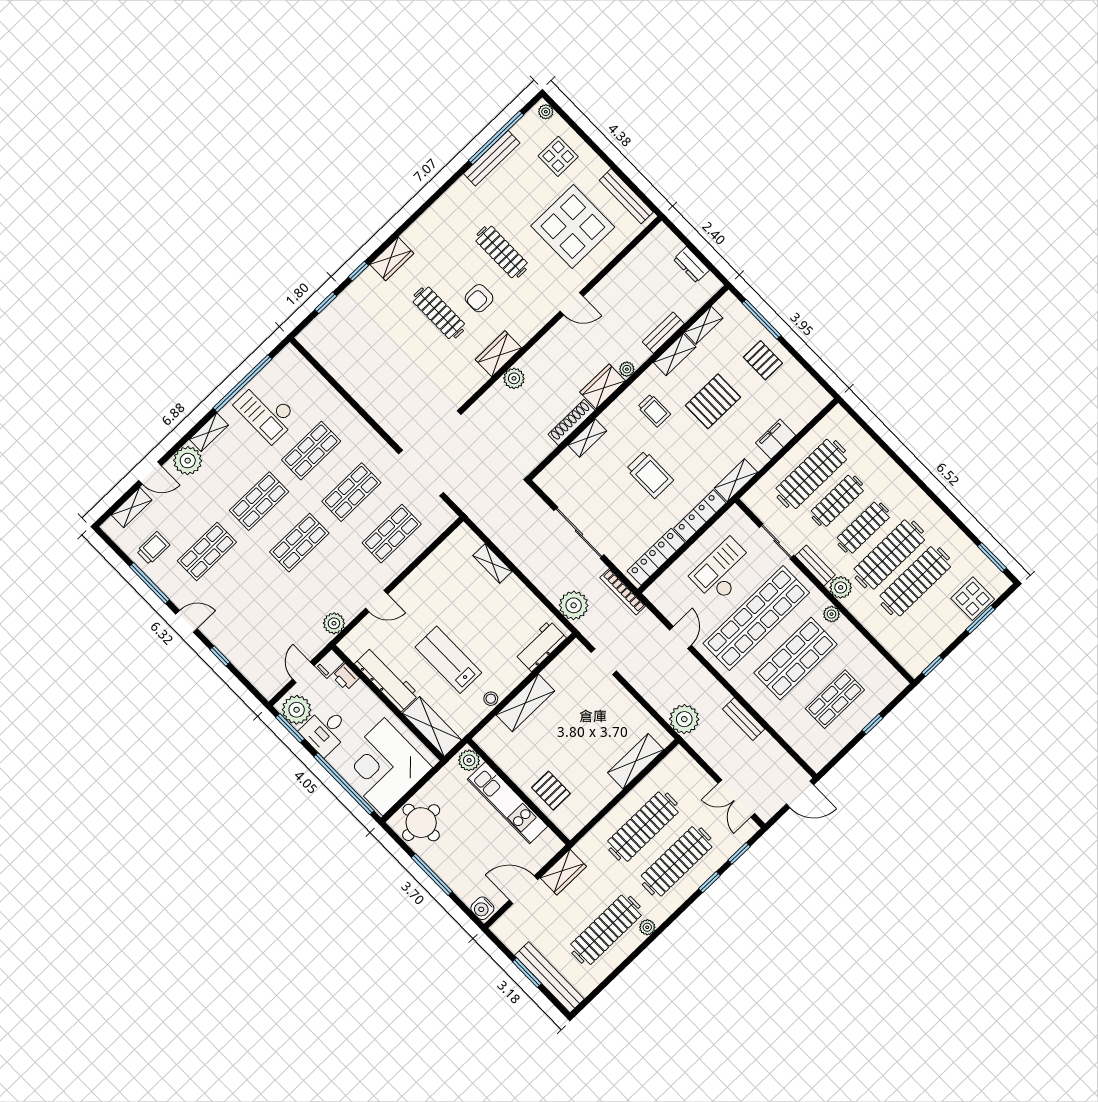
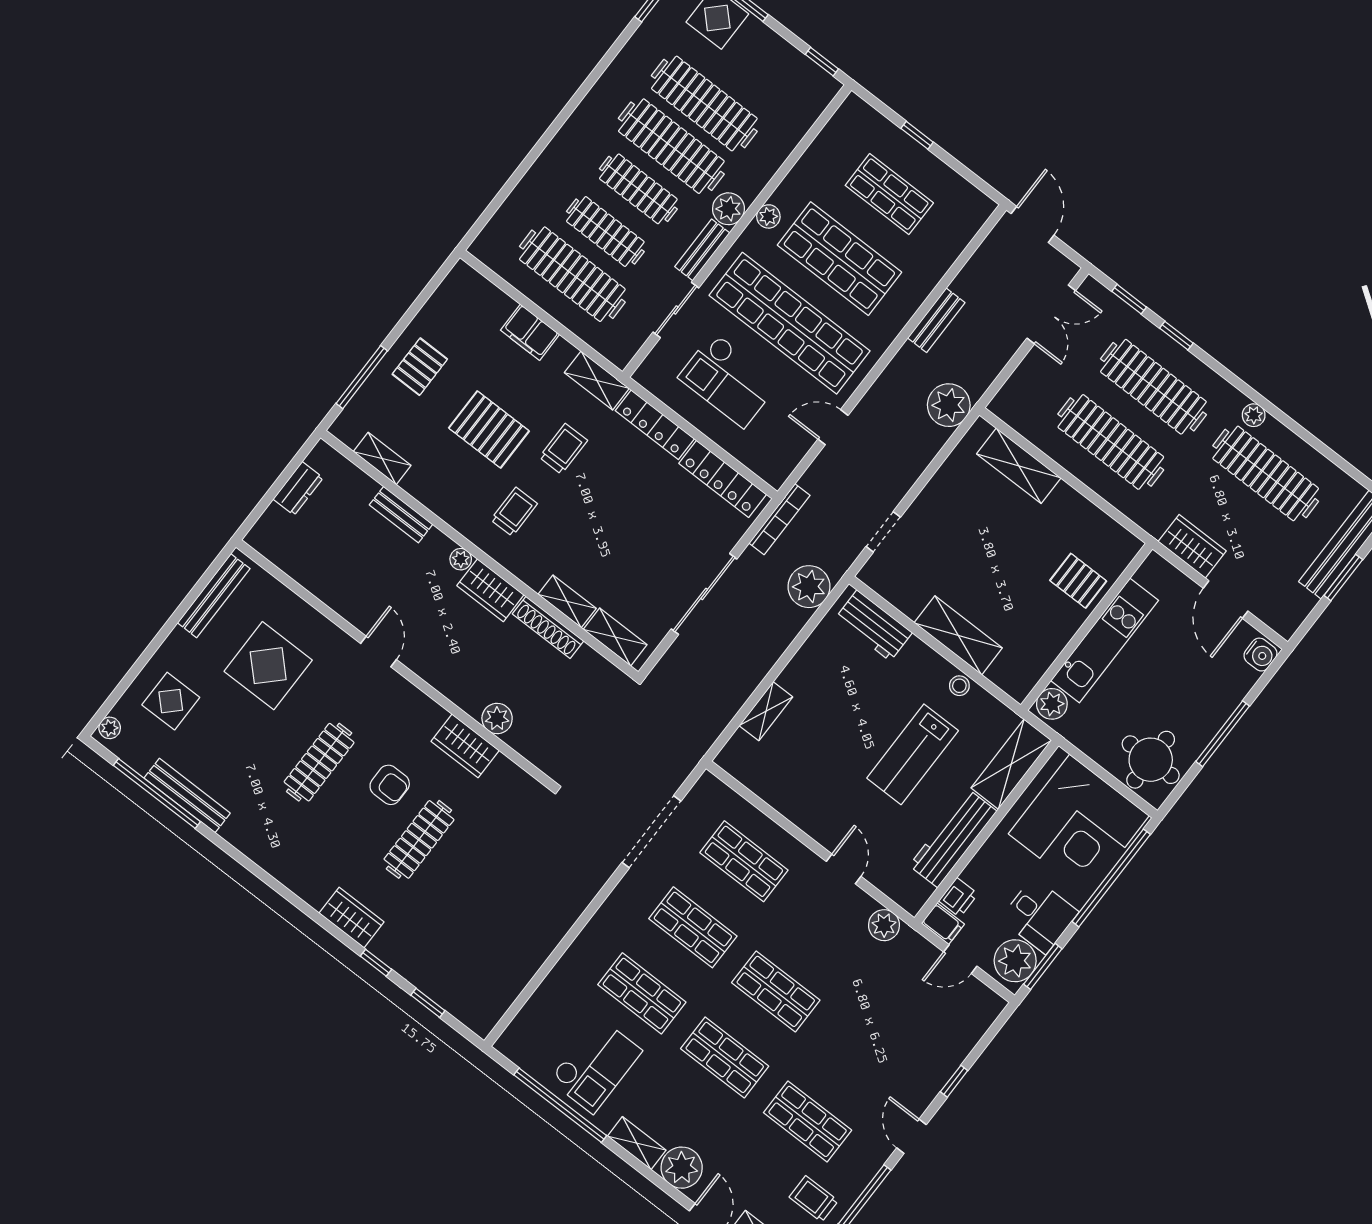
display table: (573, 227) -> (268, 666), width x0.73, depth x0.73
shelving: (675, 355) -> (615, 637), moved
trolley: (650, 475) -> (563, 449), moved, width x0.73, depth x0.72
pallet: (551, 791) -> (1078, 581), turned 90

